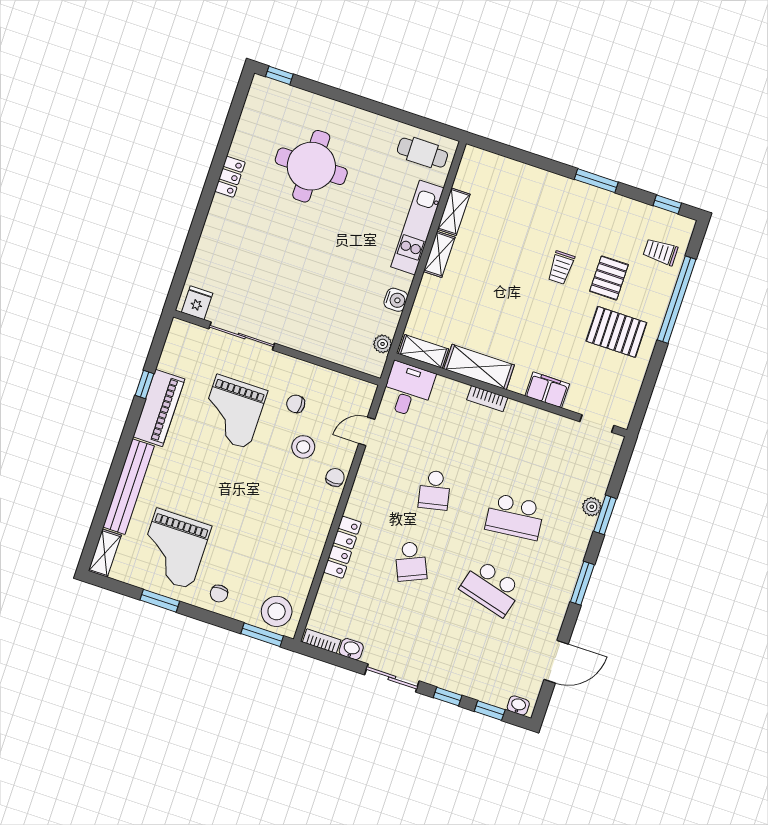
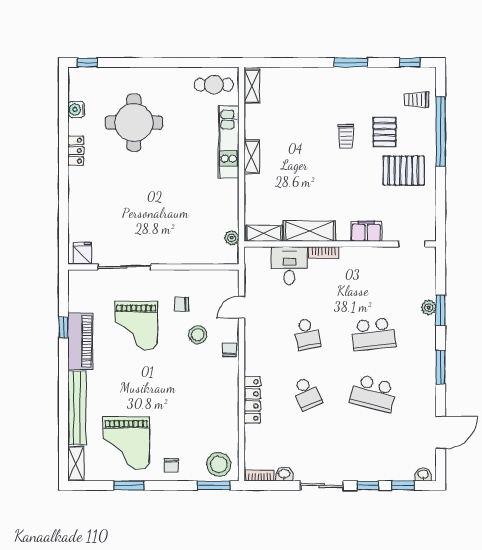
shelving: (454, 212) -> (252, 86), moved
water cooler: (396, 300) -> (76, 109), moved, turned 180
desk: (408, 390) -> (289, 266), moved

